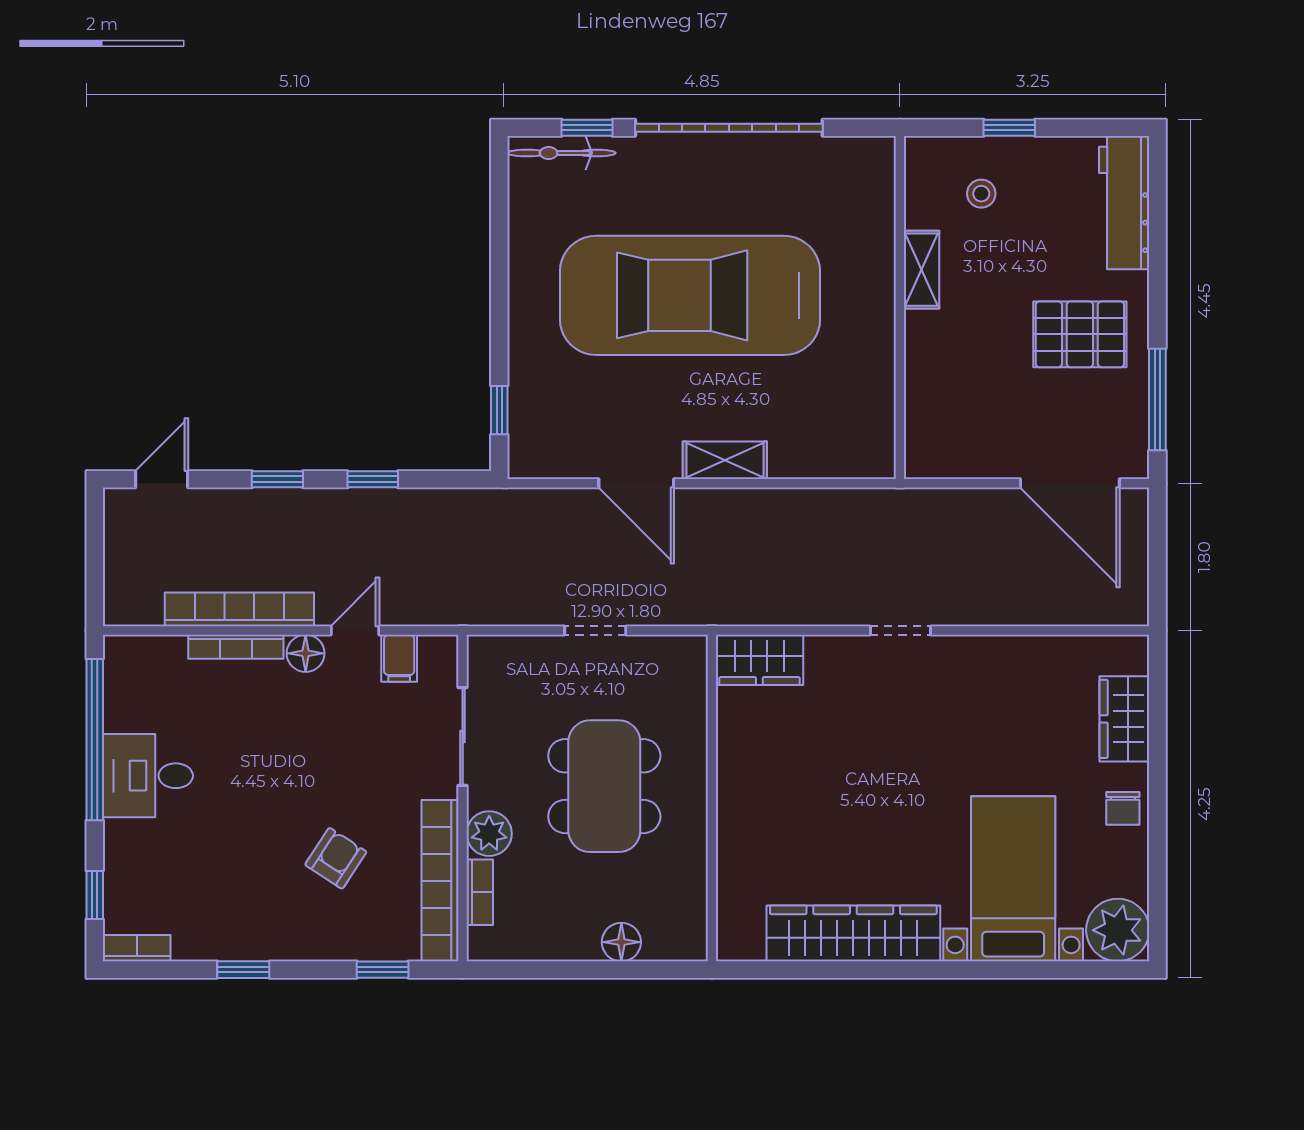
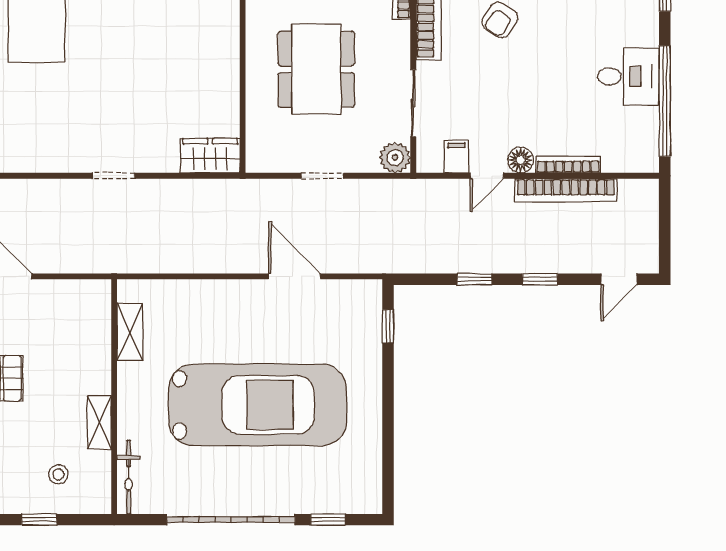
bicycle: (562, 153) -> (129, 477), moved, turned 90
shelving: (725, 460) -> (130, 332), moved, turned 90
plant: (489, 834) -> (395, 158), moved

